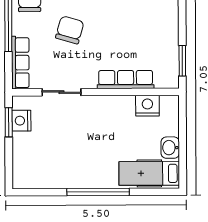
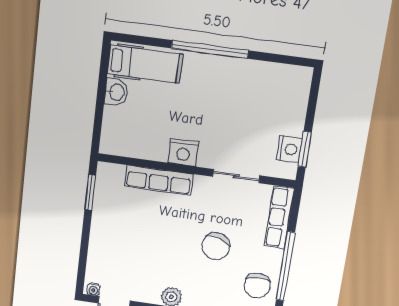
nightstand: (147, 106) -> (183, 152), moved

